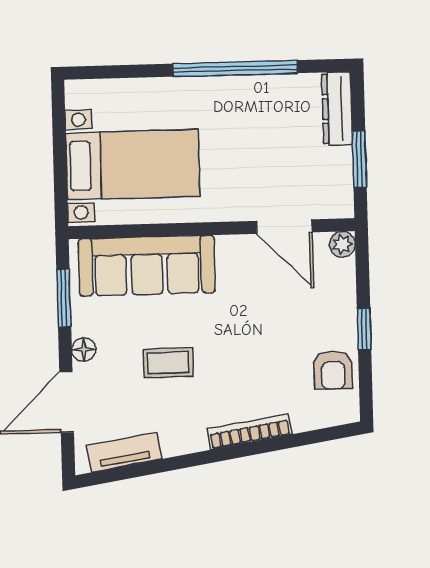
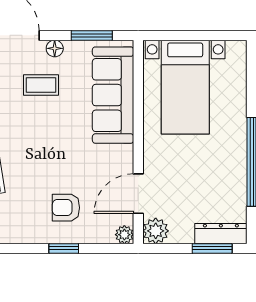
window: (359, 159) -> (212, 248), moved
plant: (336, 200) -> (156, 231), added
coffee table: (168, 363) -> (41, 85), moved, turned 90
armchair: (333, 370) -> (66, 208), moved

